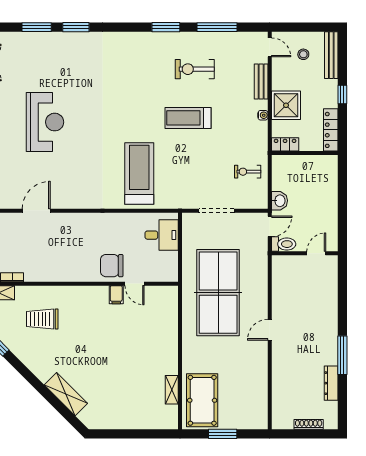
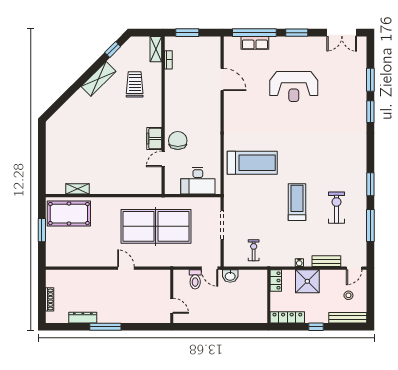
desk: (162, 235) -> (198, 181), width x1.37
wall: (305, 253) -> (172, 296), moved
door: (316, 253) -> (172, 306), moved
filing cabinet: (116, 295) -> (154, 139), width x2.00
shelving: (66, 394) -> (98, 79), moved

